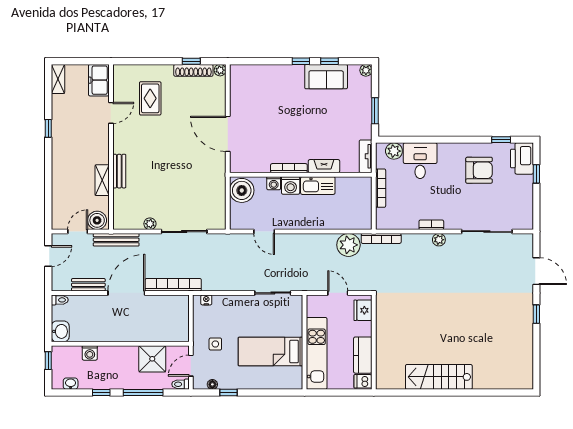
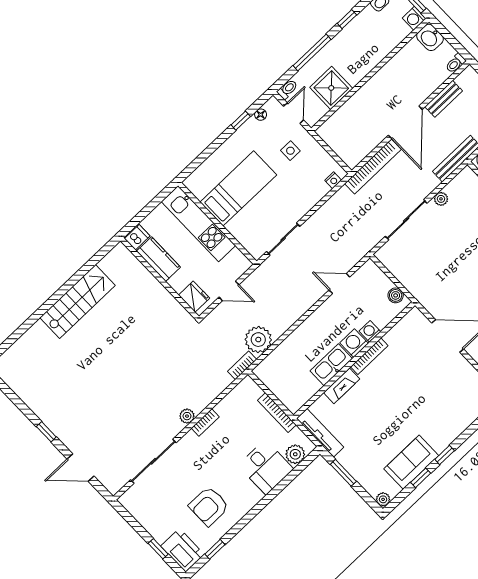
tv unit: (366, 156) -> (320, 433), width x1.41
boiler: (242, 190) -> (396, 295), width x0.54, depth x0.54
bookcase: (381, 238) -> (242, 365), width x0.64
washing machine: (90, 353) -> (414, 18), moved, turned -90

